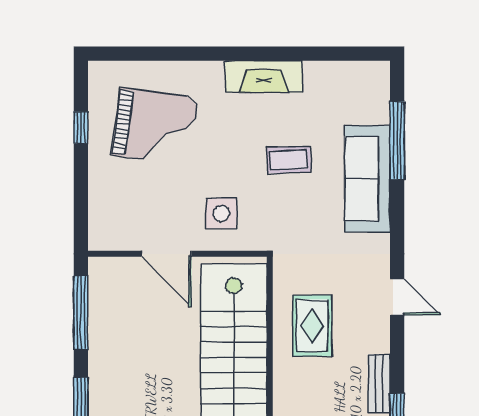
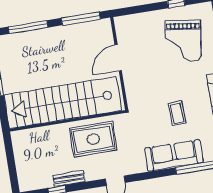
side table: (221, 213) -> (144, 83), removed
rug: (312, 326) -> (93, 139), width x1.36, depth x1.43

